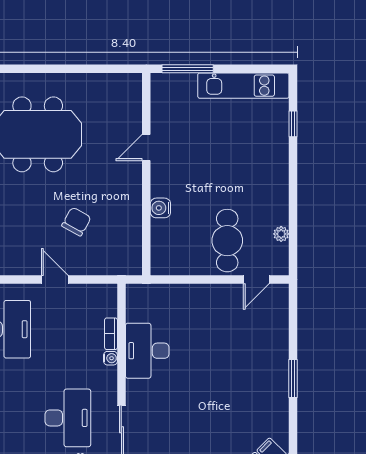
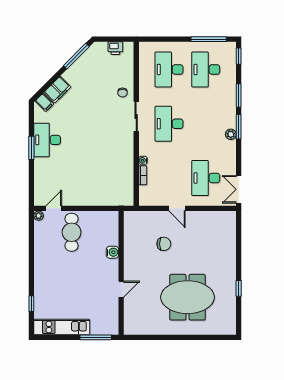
chair: (76, 222) -> (164, 244), turned -119
plant: (281, 234) -> (39, 216), moved
desk: (147, 351) -> (47, 140), moved, turned 180

